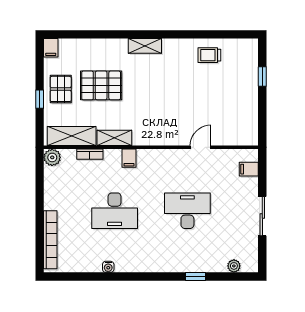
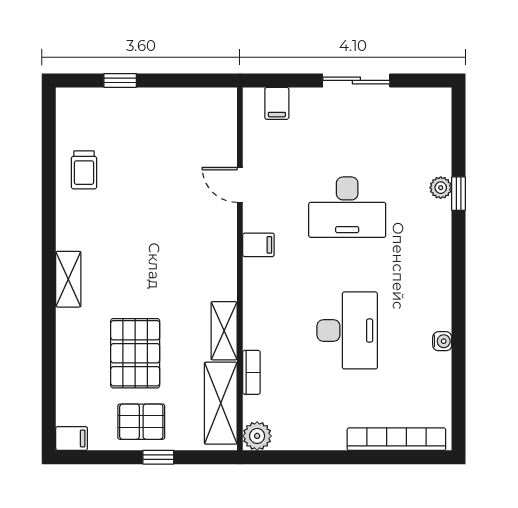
filing cabinet: (129, 158) -> (258, 245), moved
desk: (187, 211) -> (347, 207), turned -90
plant: (234, 266) -> (441, 188), moved

